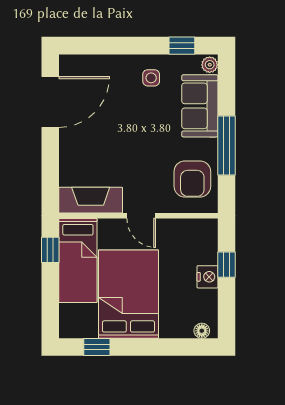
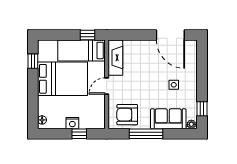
side table: (151, 78) -> (174, 85), moved

